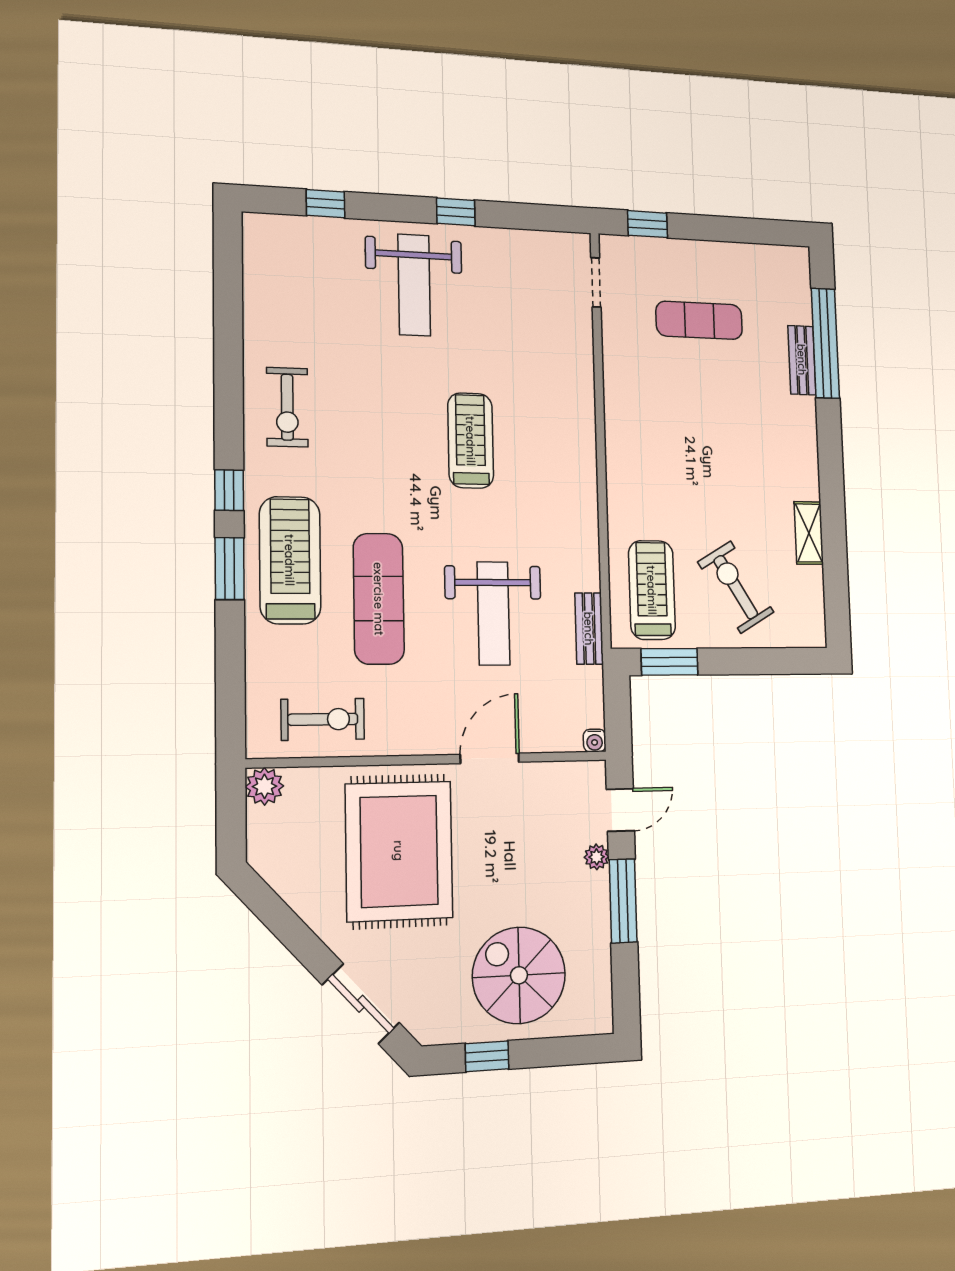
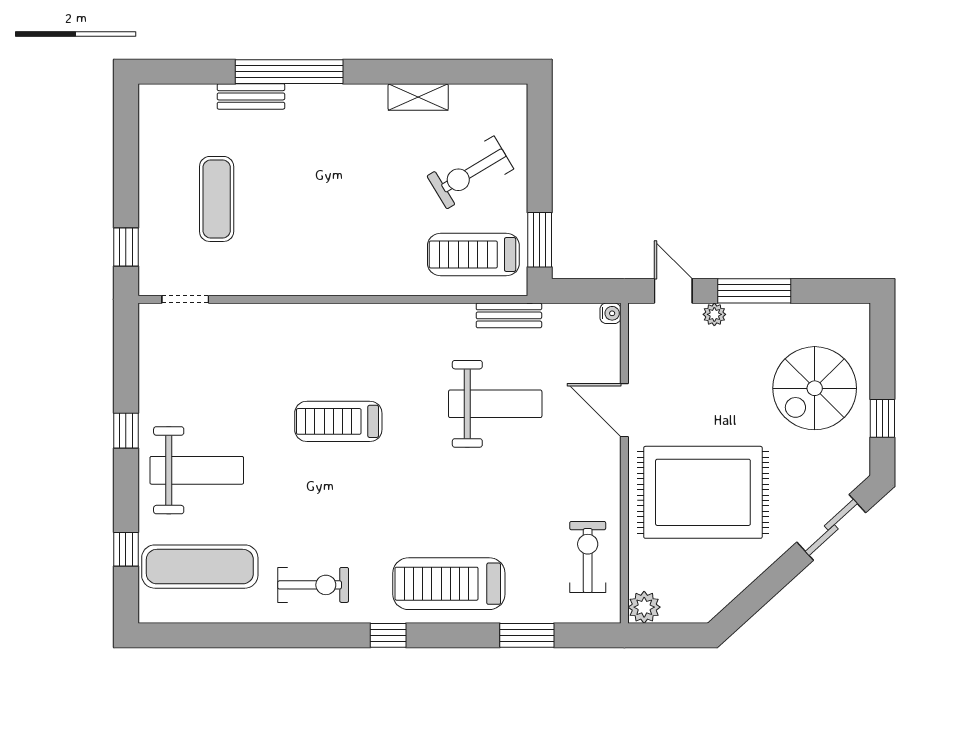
window: (825, 343) -> (289, 72), moved
window: (230, 569) -> (527, 635), moved
exercise mat: (379, 599) -> (200, 567), moved

